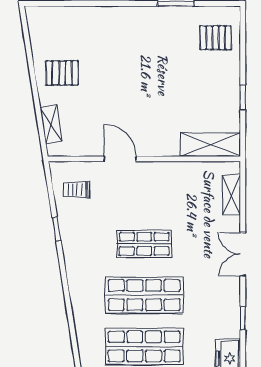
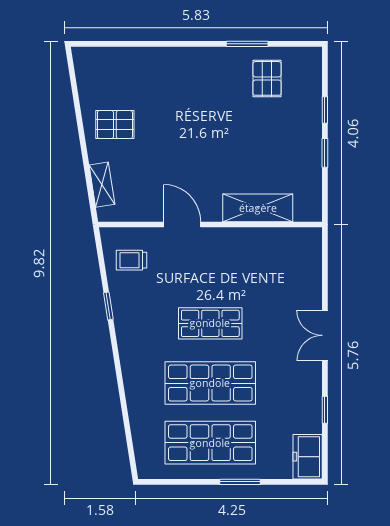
pallet: (216, 38) -> (267, 78), moved, turned 90
window: (243, 60) -> (325, 110), added
shelving: (210, 145) -> (258, 208), moved
shelving: (231, 195) -> (312, 266), removed

